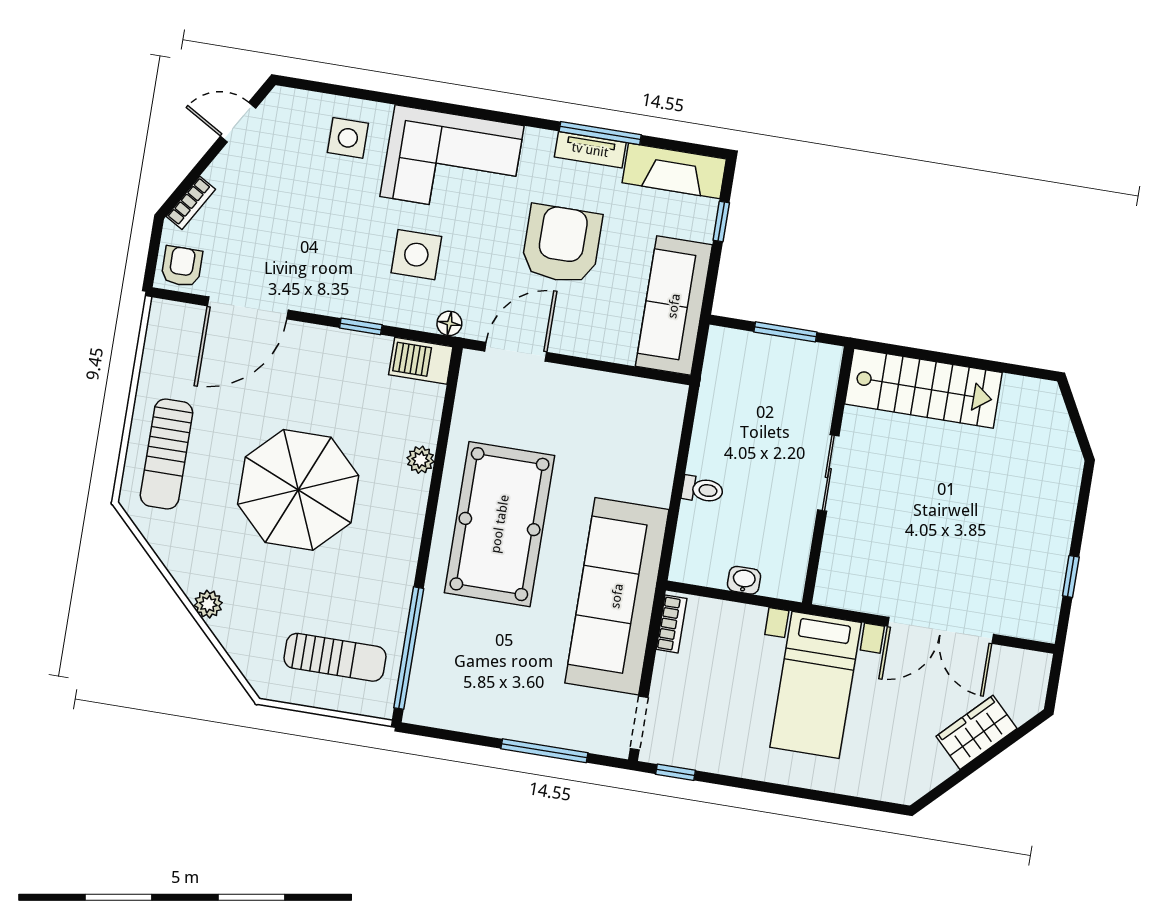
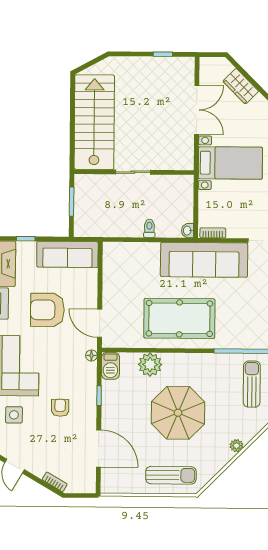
side table: (416, 255) -> (62, 375), removed
armchair: (182, 266) -> (60, 408), moved, turned 90
stairs: (923, 388) -> (94, 122), width x1.36, depth x1.51
plant: (420, 460) -> (150, 365), width x1.88, depth x1.88
washbasin: (744, 580) -> (187, 231), moved

